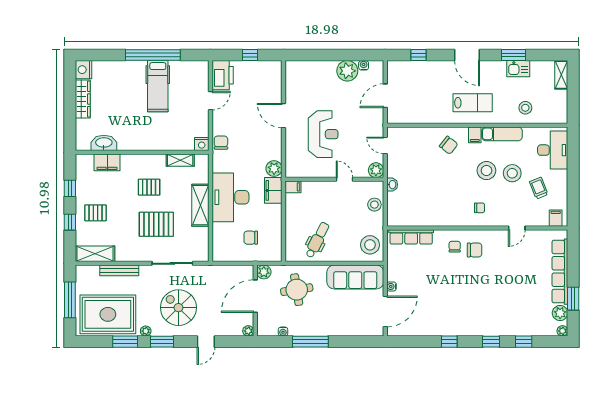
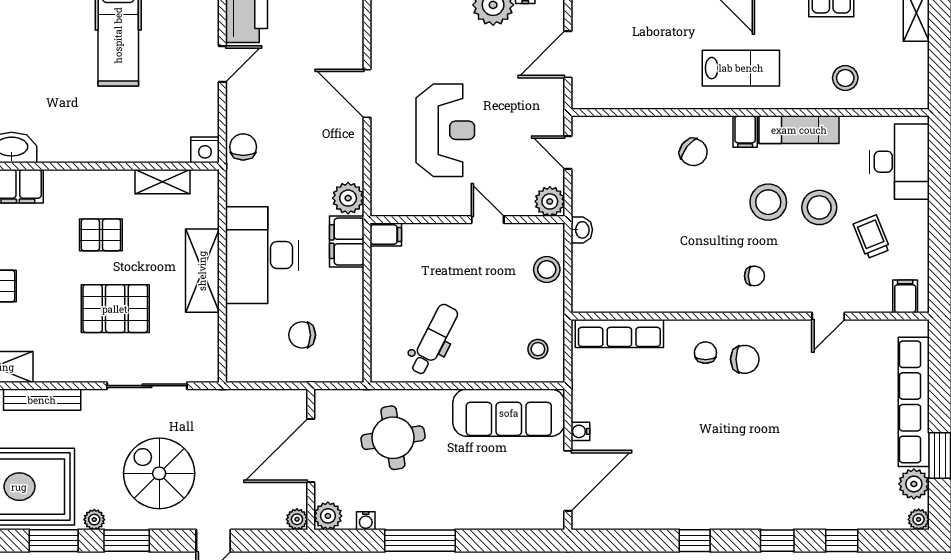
stool: (370, 245) -> (538, 349), width x0.53, depth x0.53
plant: (264, 272) -> (328, 516), moved

